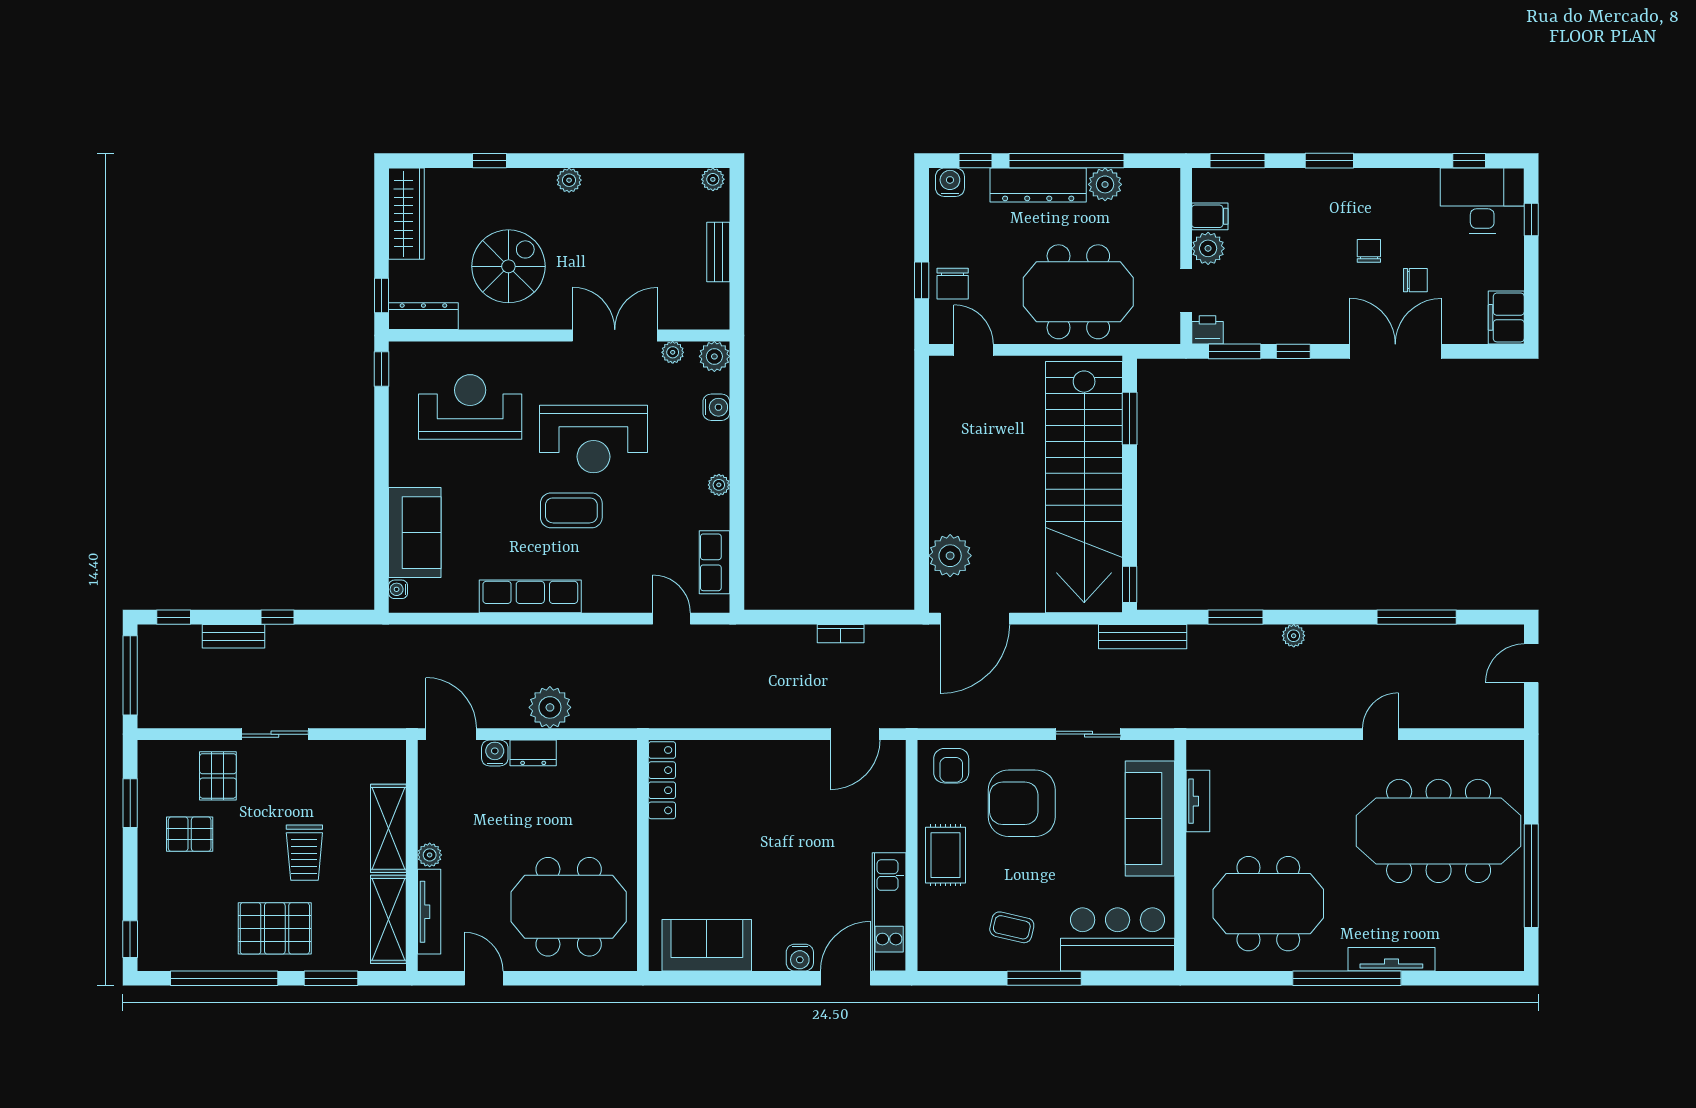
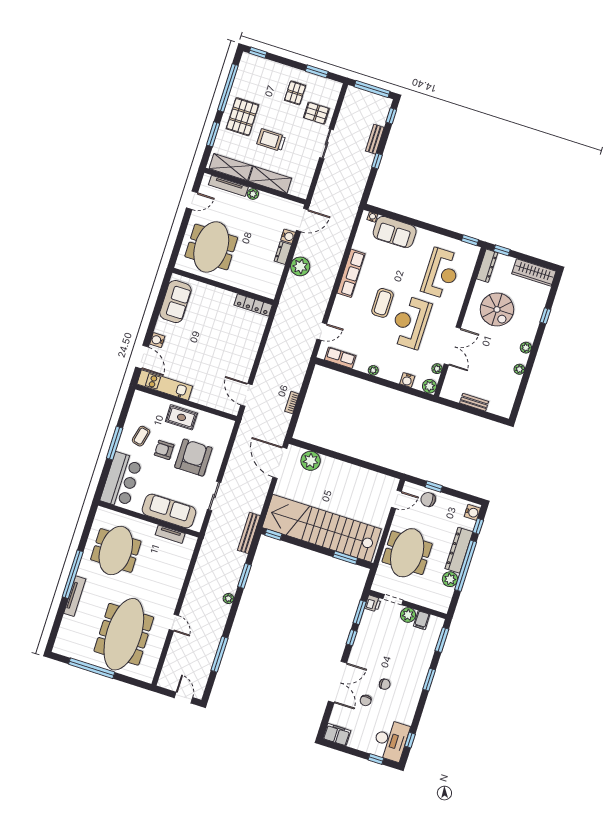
plant: (713, 179) -> (519, 369), moved
armchair: (951, 766) -> (164, 450), moved

